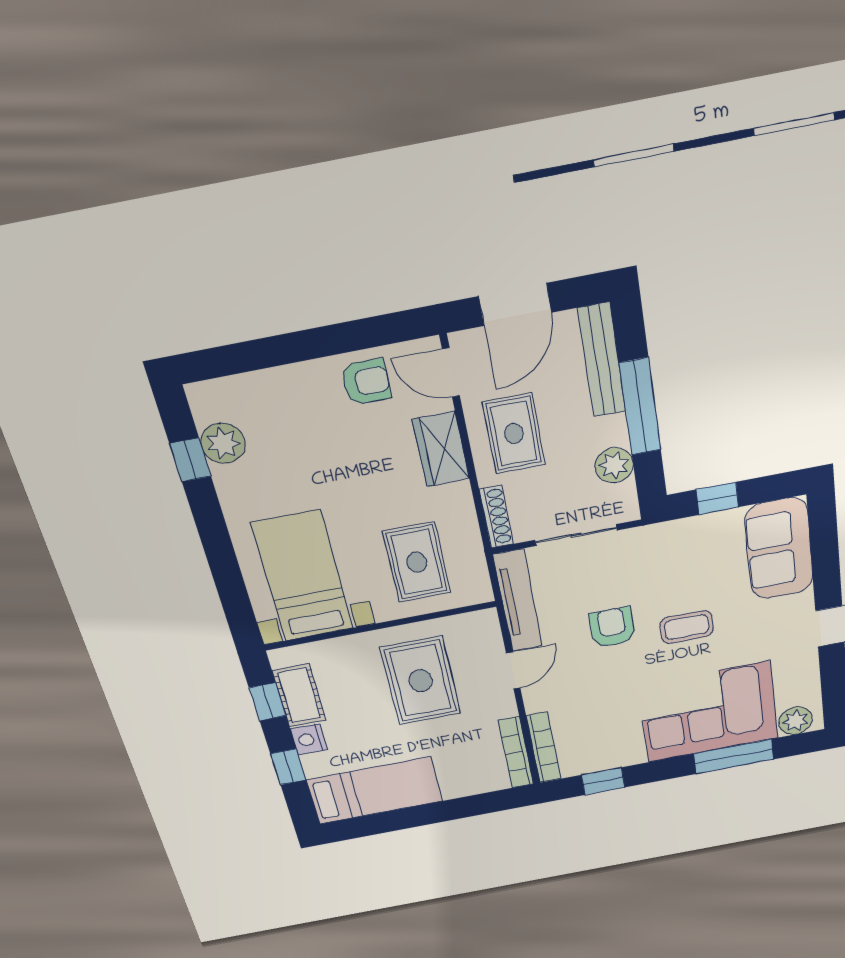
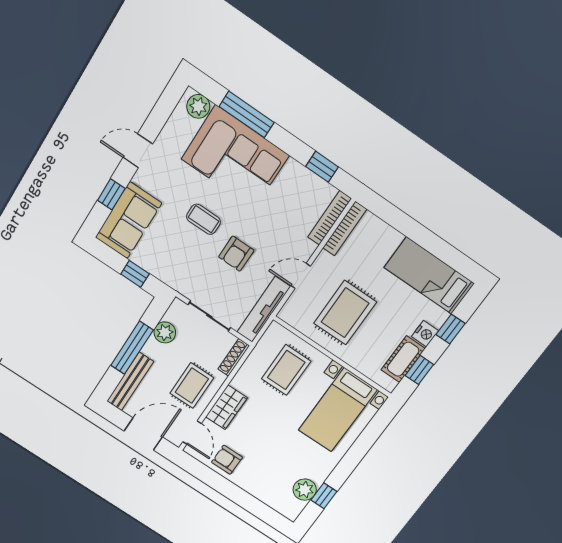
window: (825, 557) -> (111, 194), added

